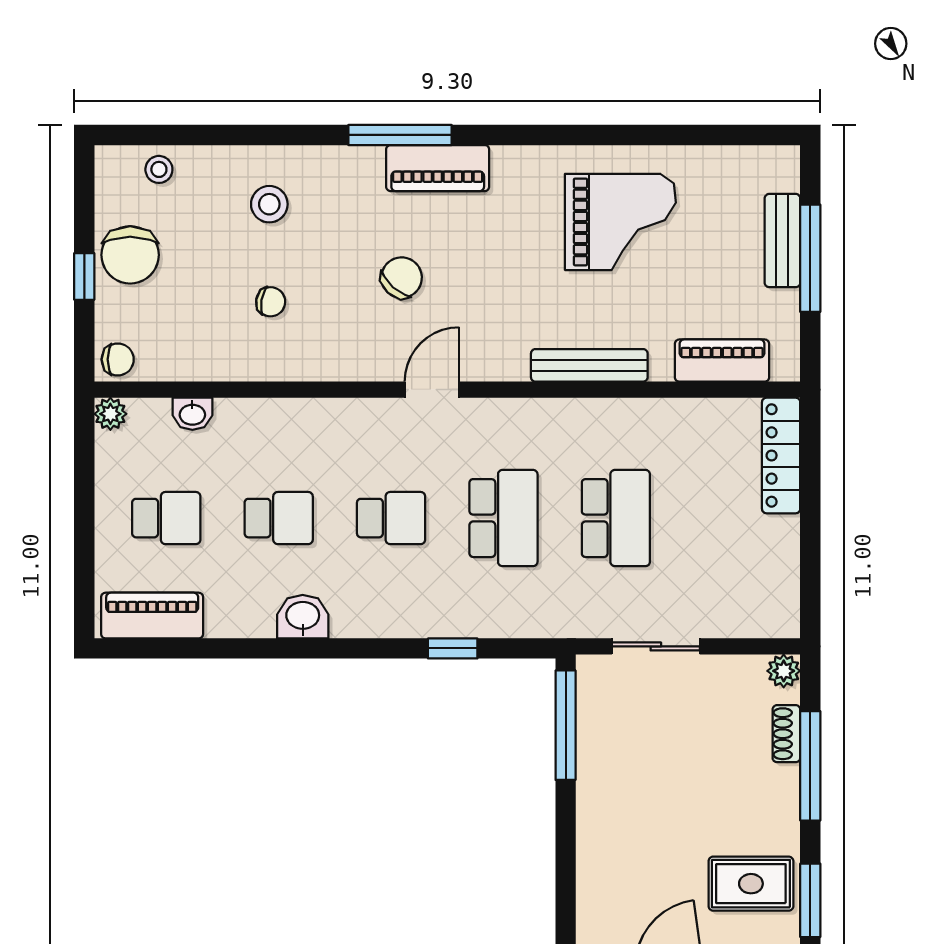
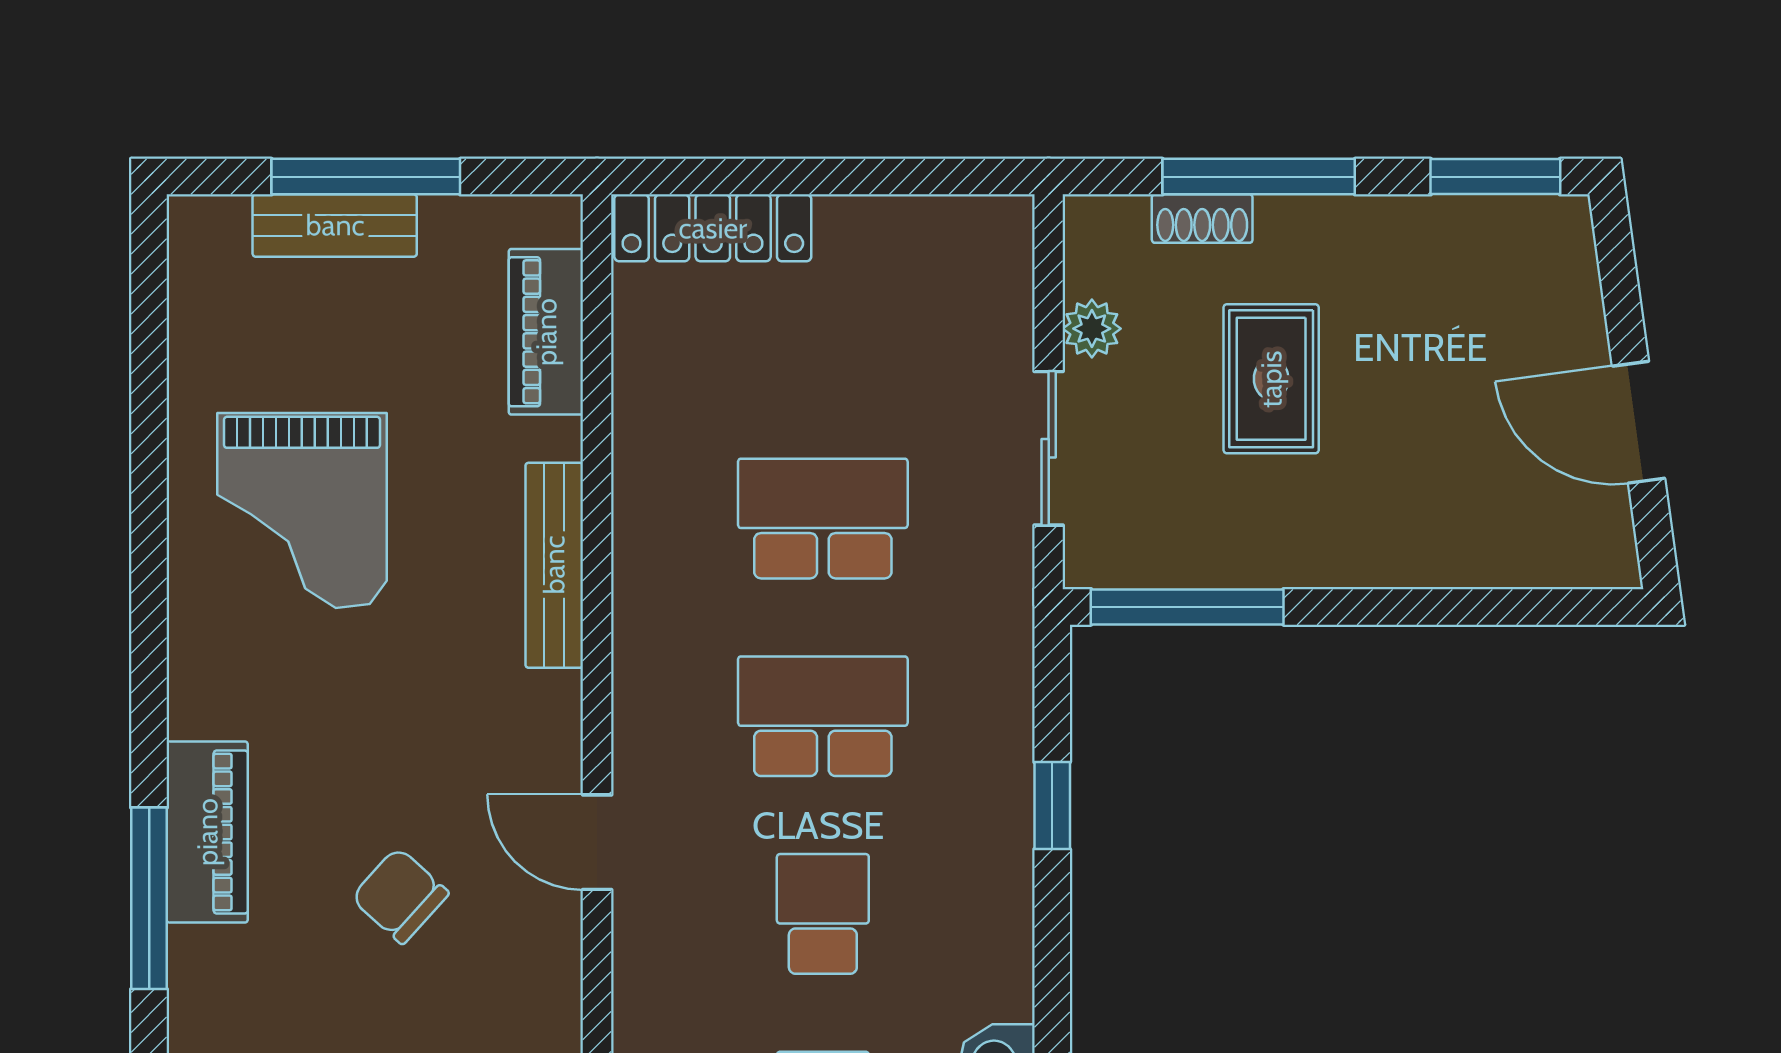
grand piano: (620, 222) -> (302, 510), turned 180
plant: (784, 671) -> (1092, 329), moved
rug: (751, 884) -> (1271, 379), moved

